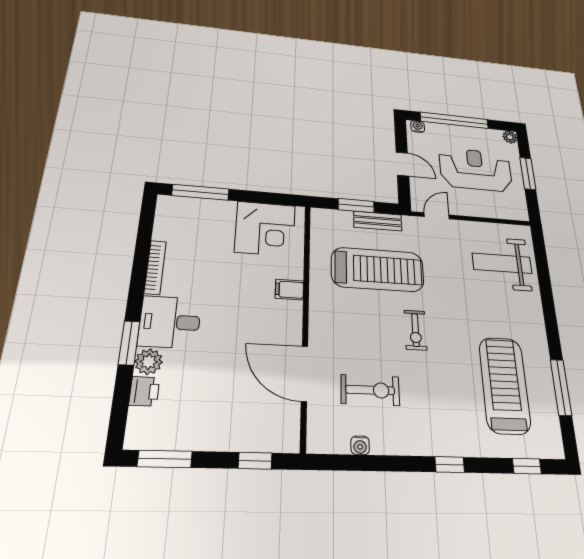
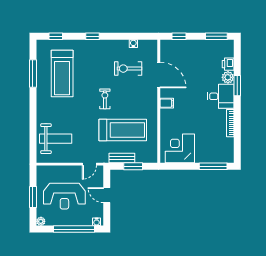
treadmill: (378, 269) -> (123, 130), turned 180
filing cabinet: (289, 290) -> (167, 103), moved

